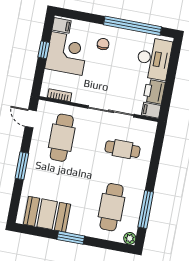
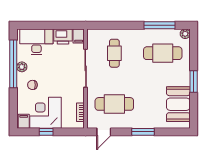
plant: (127, 35) -> (22, 67), added

